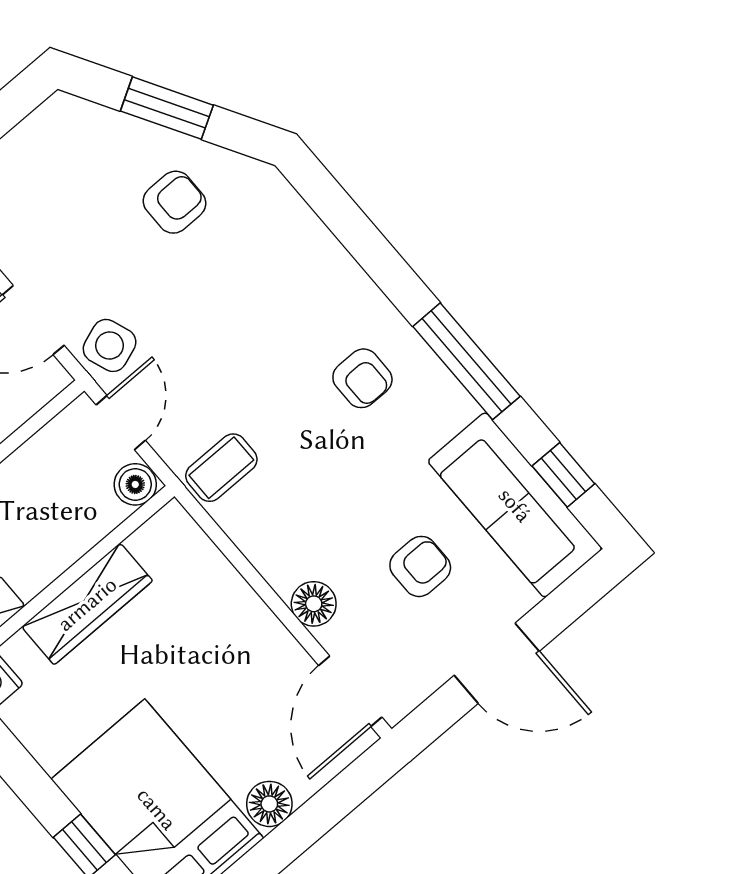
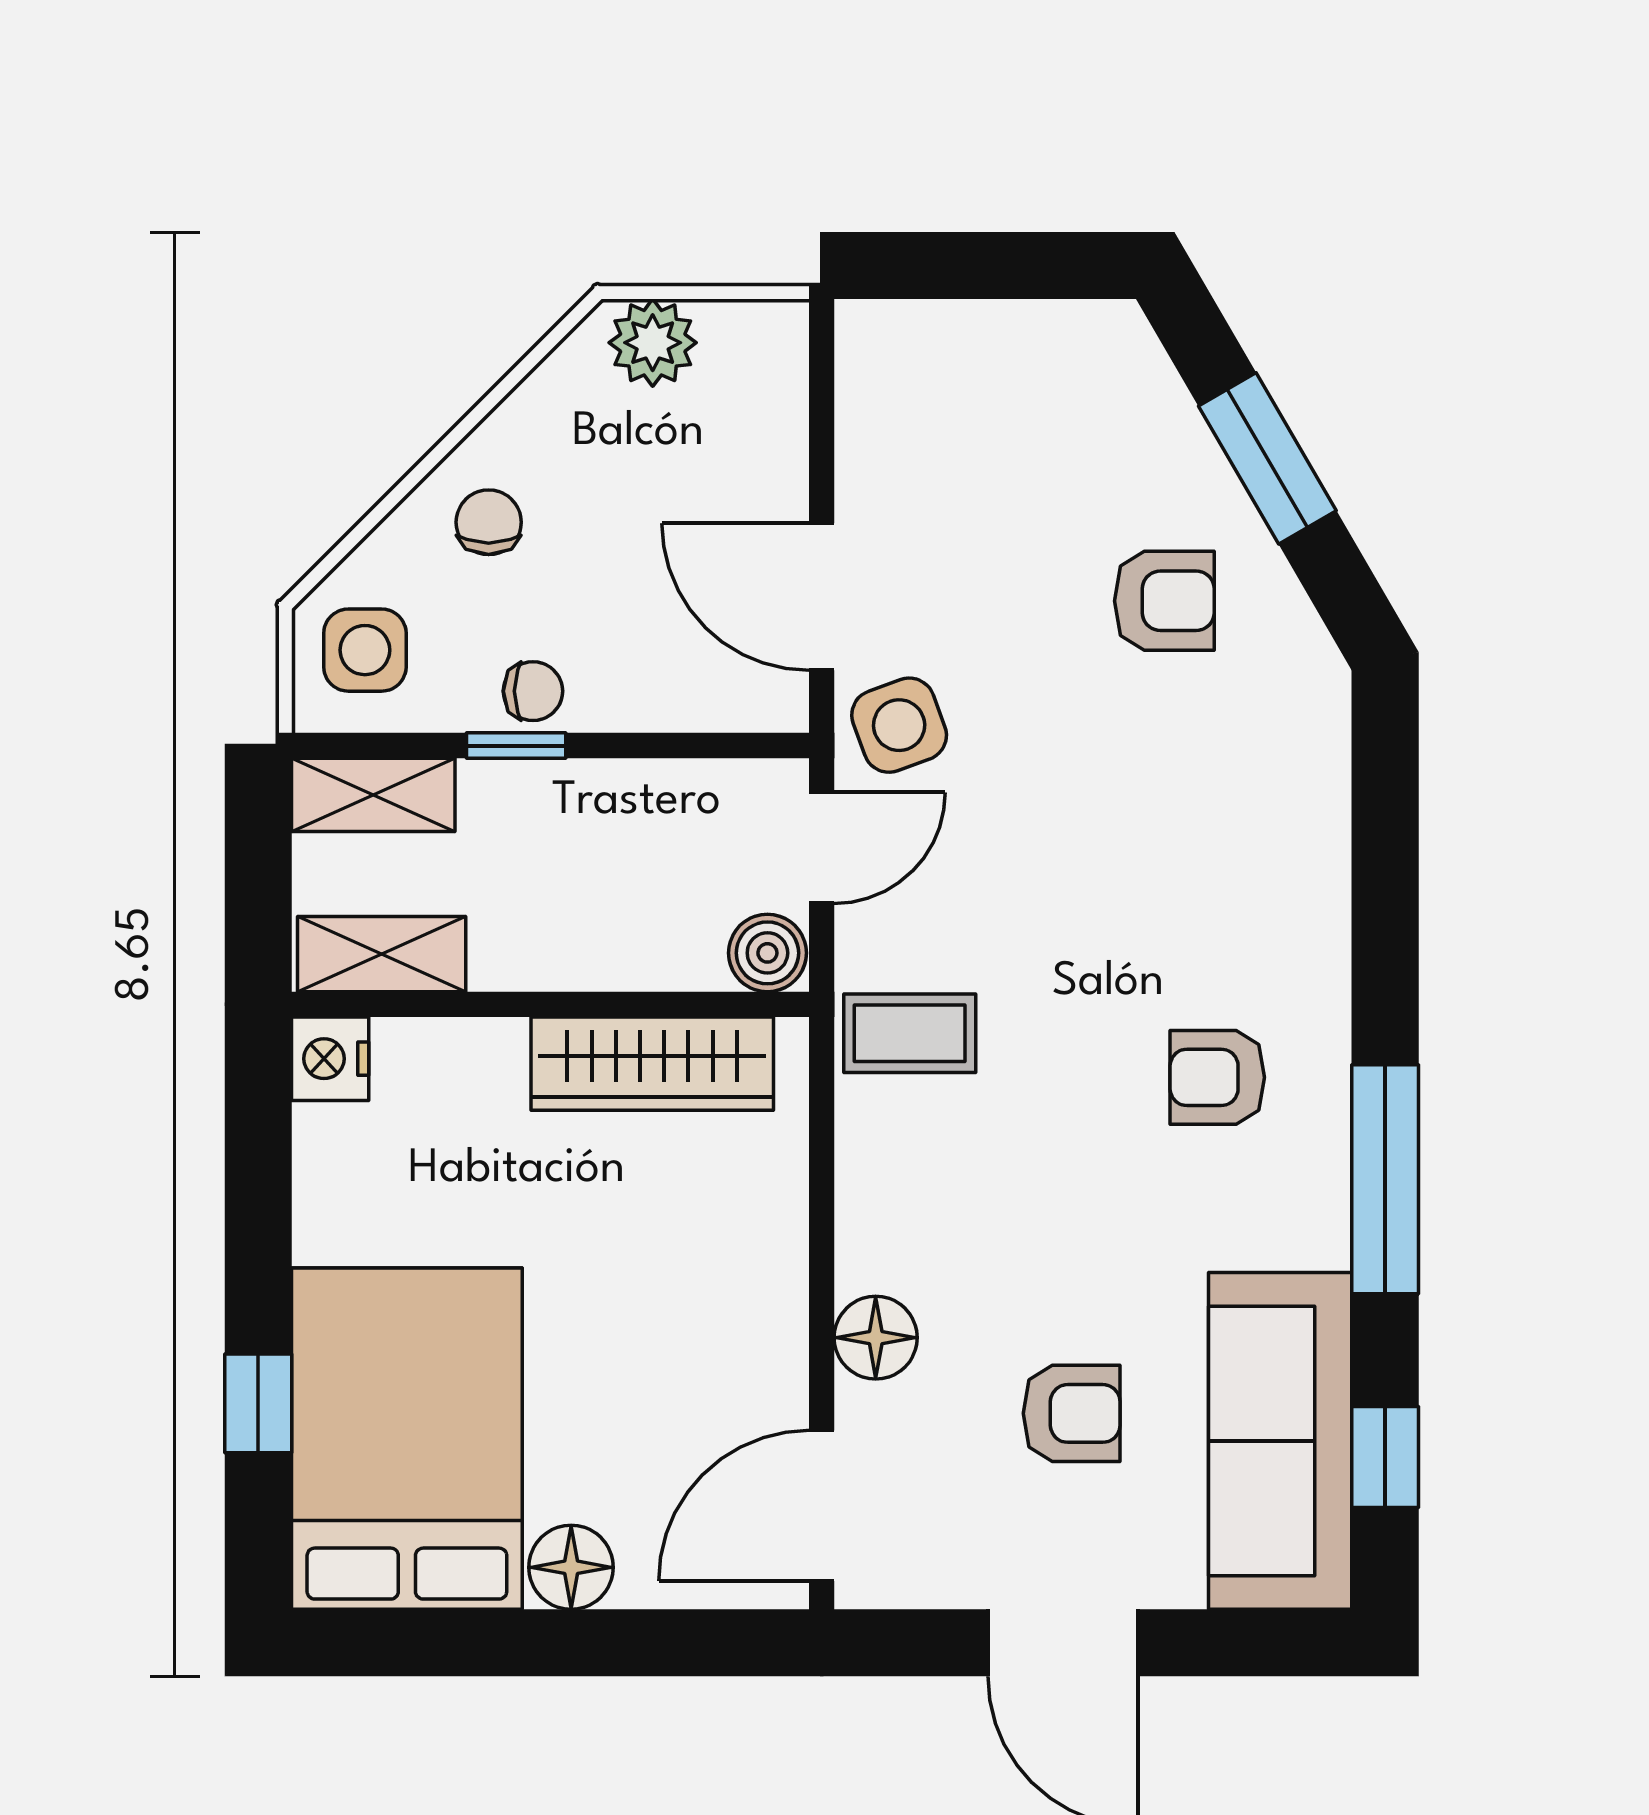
armchair: (362, 378) -> (1217, 1077), turned 90
wardrobe: (87, 604) -> (652, 1064), moved

